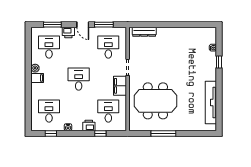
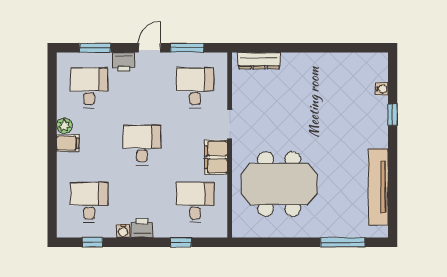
door: (83, 25) -> (150, 48), swing flipped
printer: (89, 125) -> (142, 228), moved
window: (163, 133) -> (343, 242), moved

